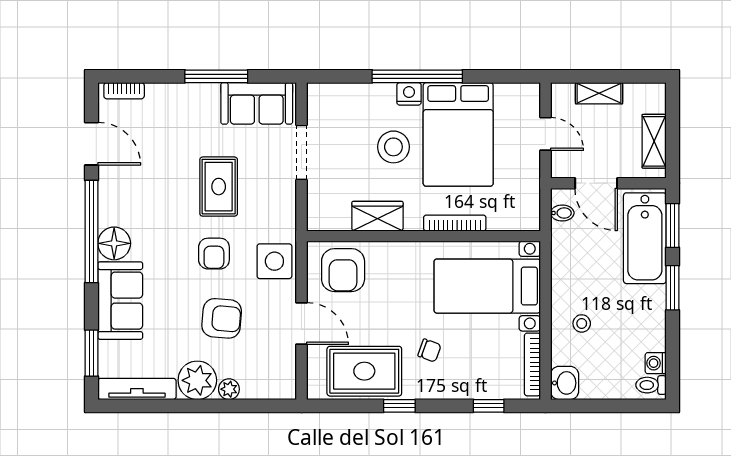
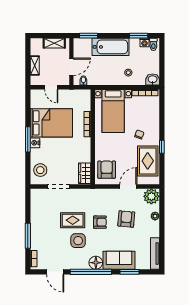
window: (216, 76) -> (28, 236), moved
window: (417, 76) -> (28, 139), width x0.68
sofa: (257, 103) -> (39, 205), removed
door: (545, 134) -> (51, 87), swing flipped
door: (92, 144) -> (55, 272), swing flipped
stool: (393, 147) -> (40, 170), moved
wardrobe: (377, 216) -> (85, 173), moved
bathtub: (645, 238) -> (111, 47), moved
side table: (274, 261) -> (78, 241), moved
armchair: (343, 270) -> (107, 170), turned -90
window: (673, 288) -> (139, 36), moved
window: (92, 353) -> (129, 272), moved
plant: (197, 380) -> (151, 196), moved
window: (489, 406) -> (162, 110), removed

